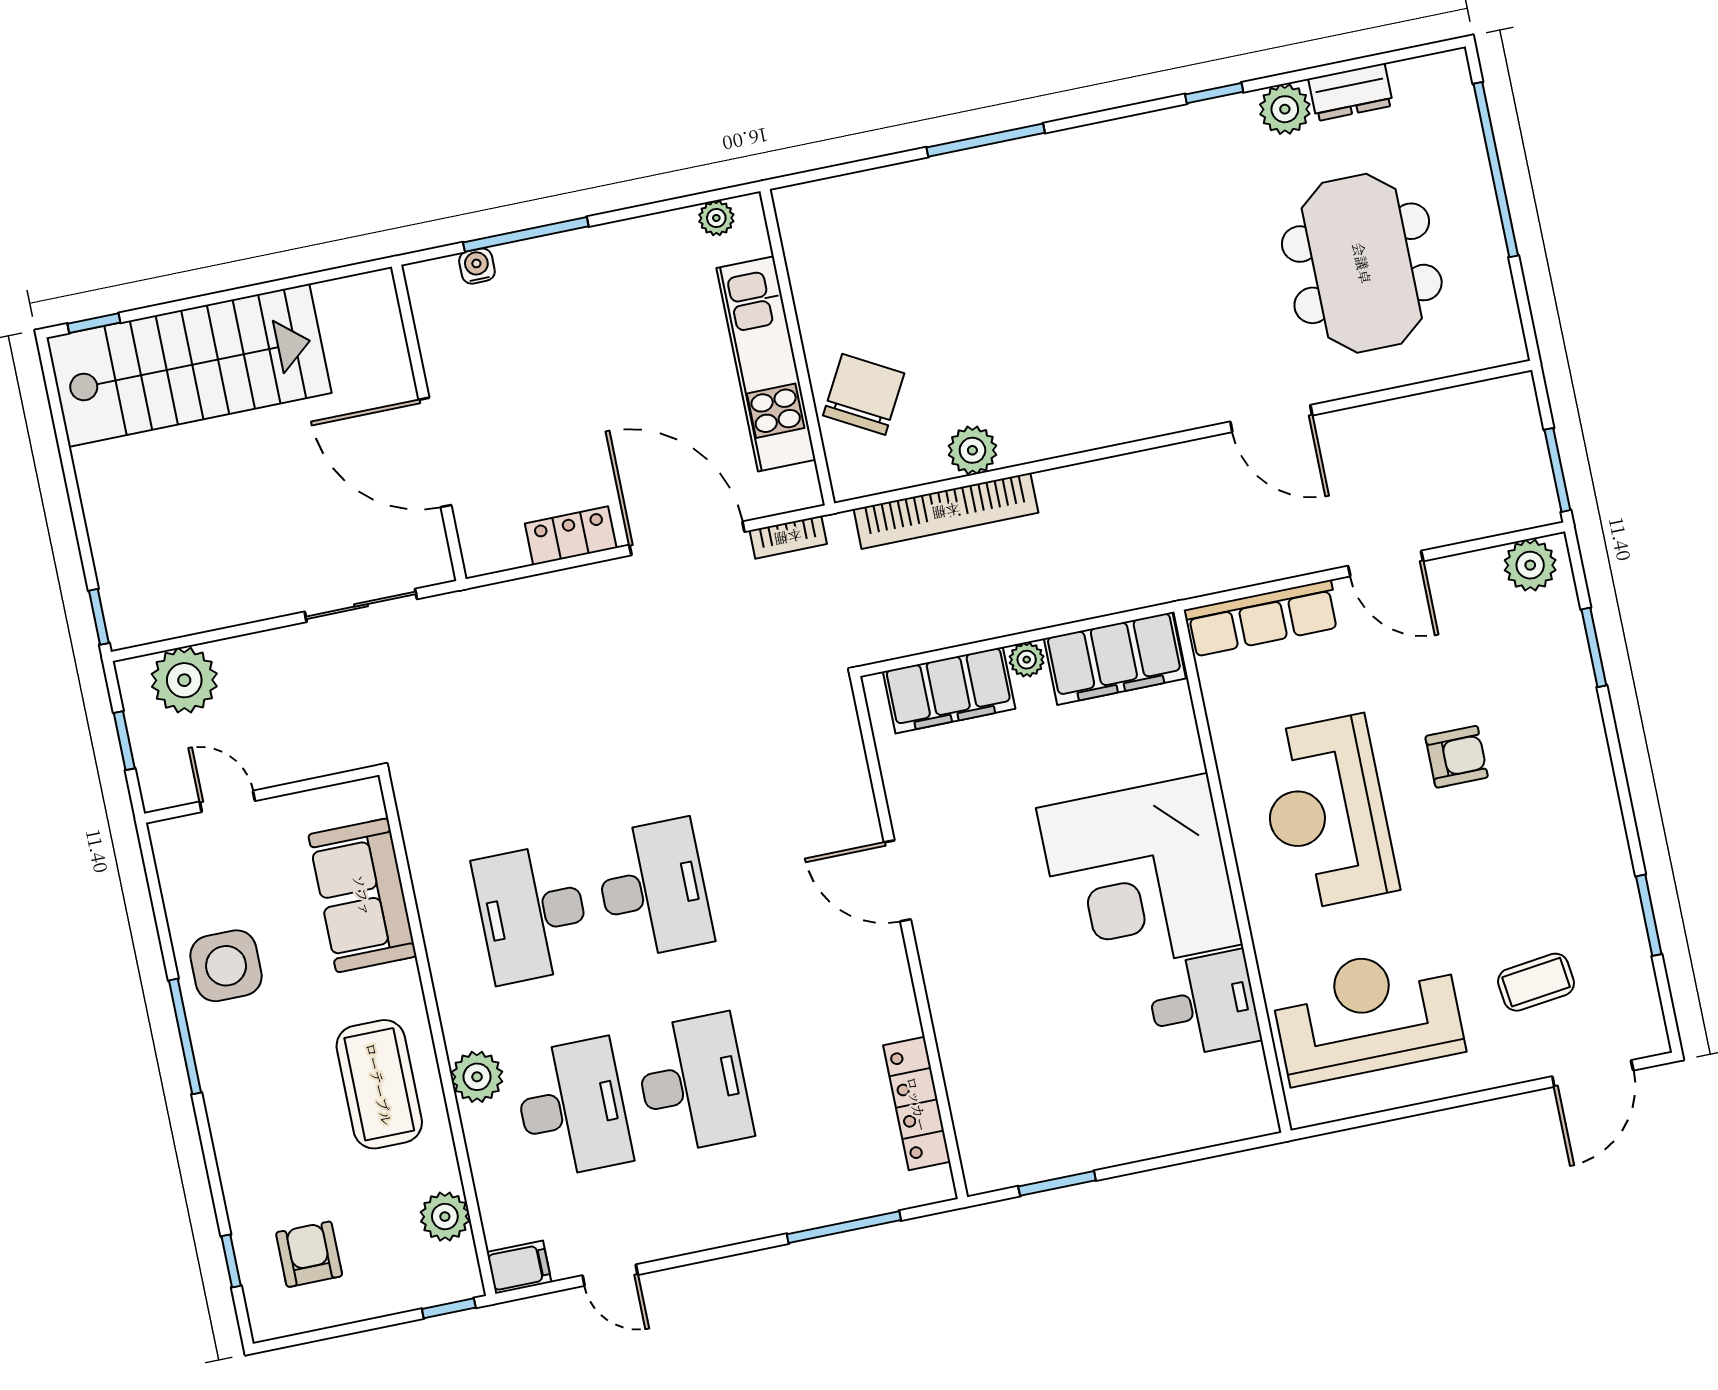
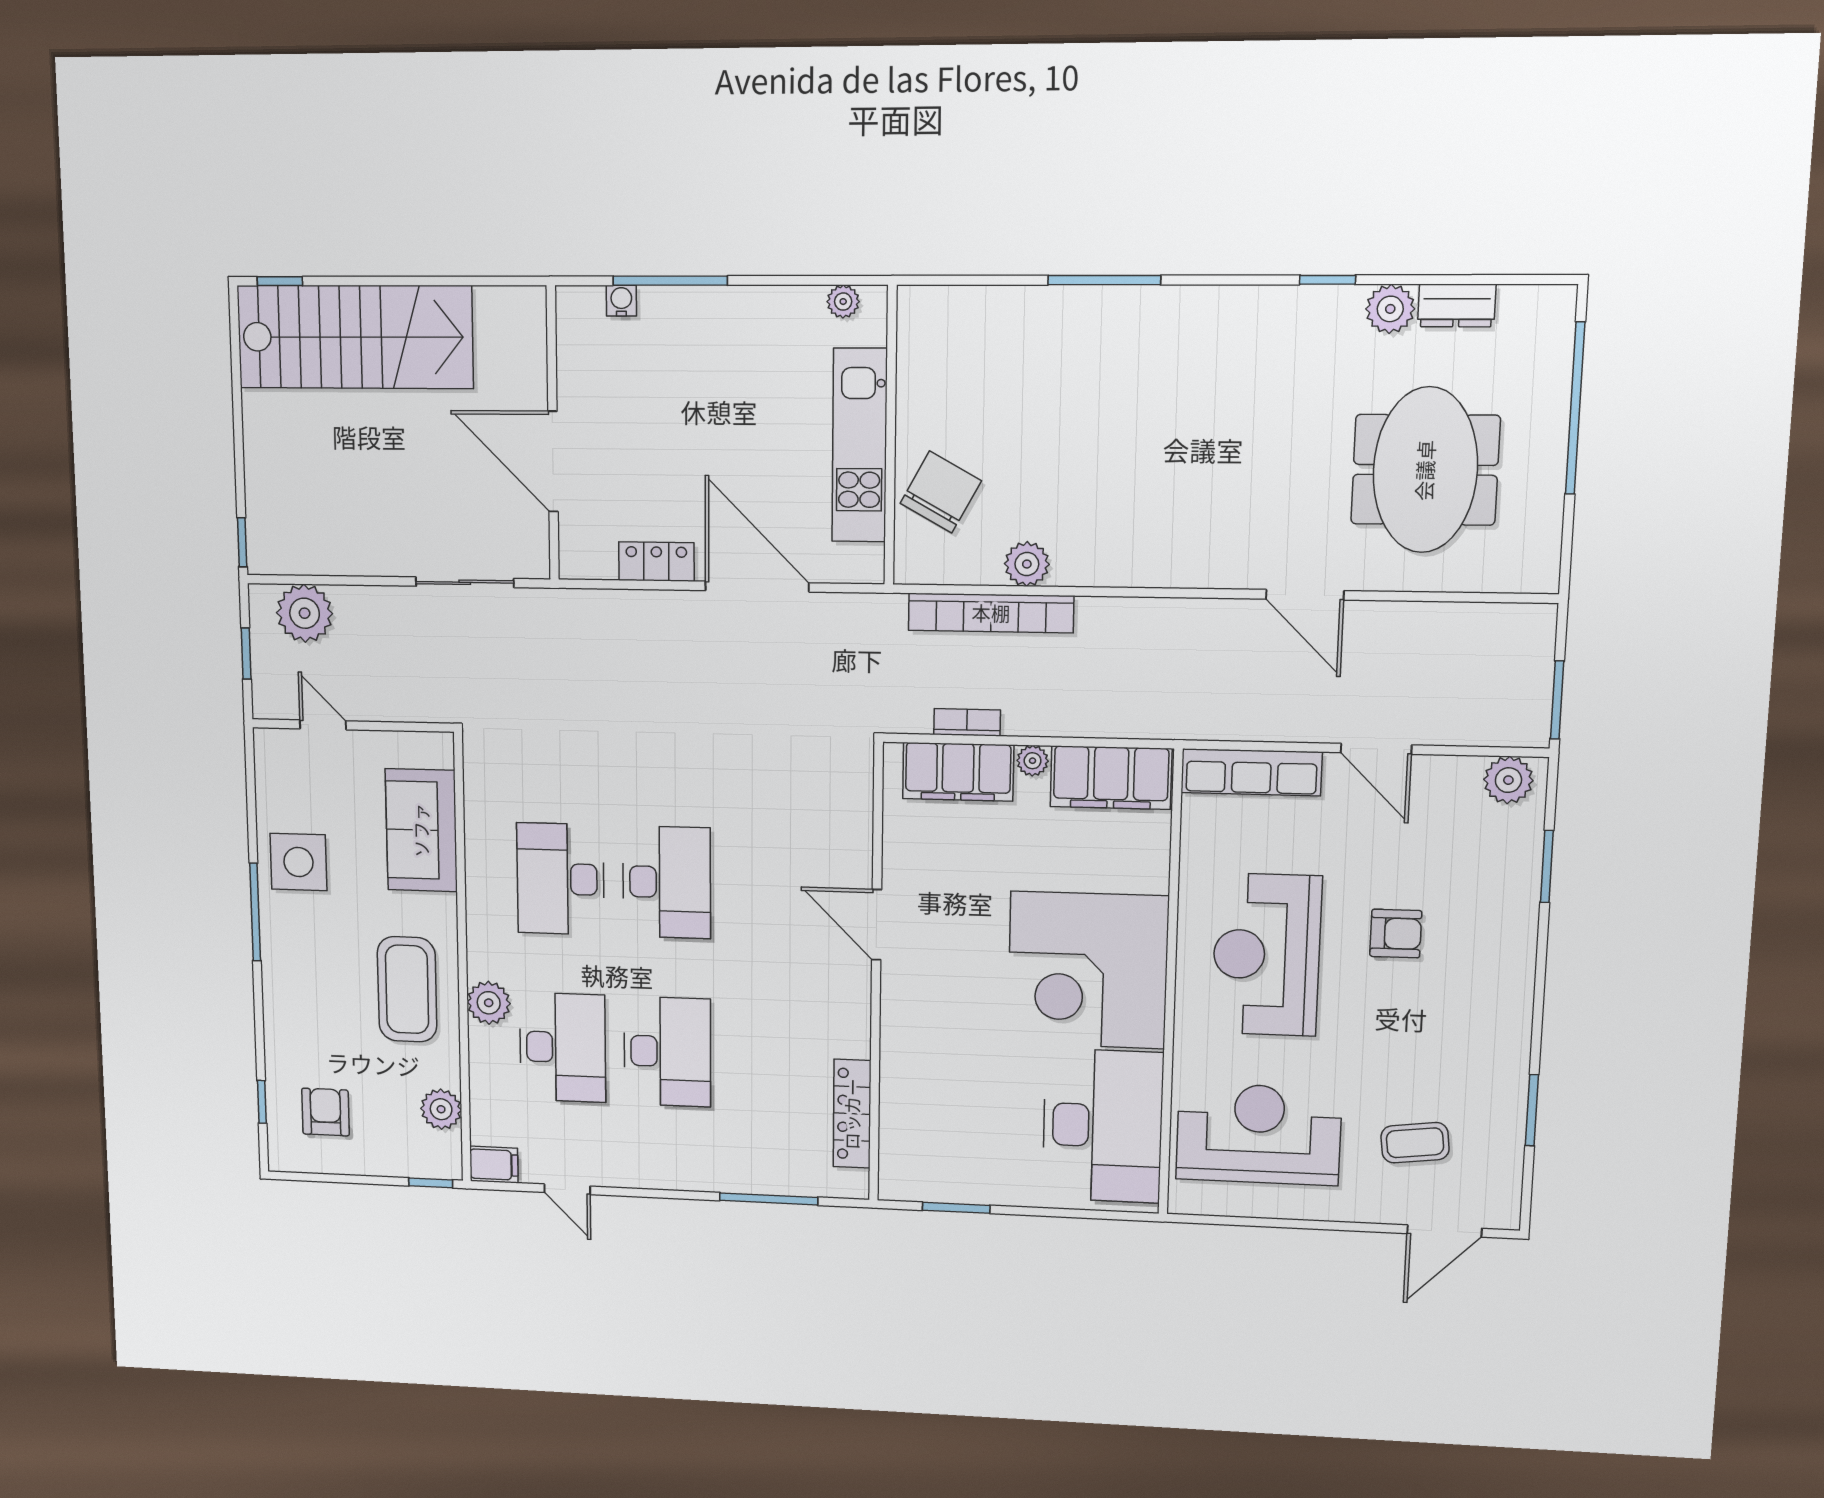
bookcase: (788, 537) -> (967, 722), moved, turned 180
desk: (1203, 1004) -> (1103, 1126), width x1.87, depth x1.30

